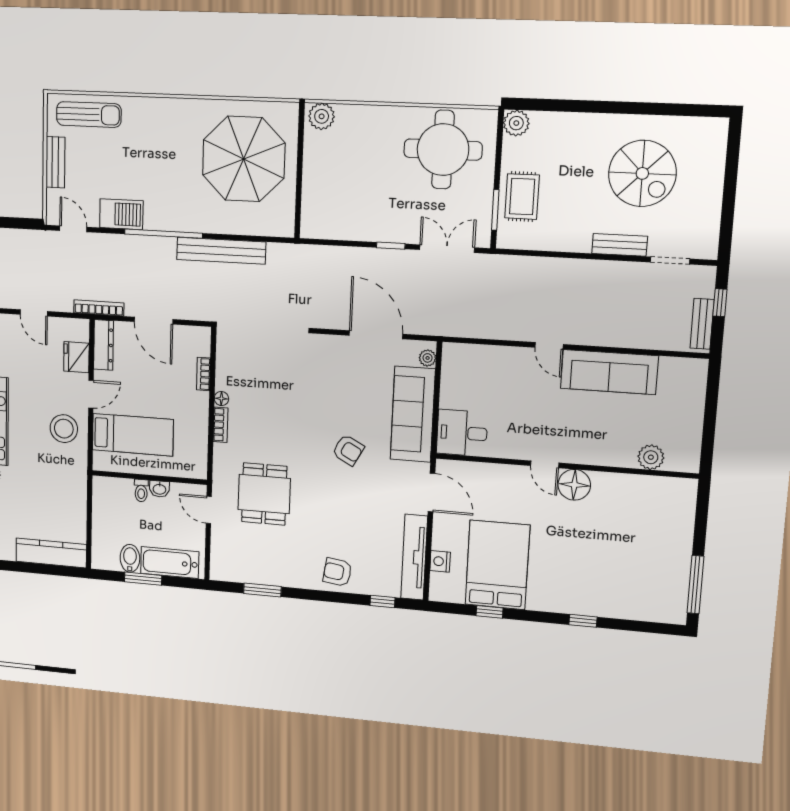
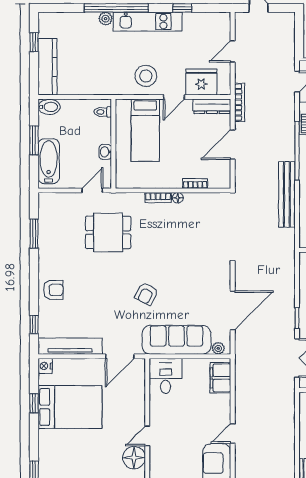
fridge: (76, 357) -> (201, 82), width x1.36, depth x1.34
filing cabinet: (469, 358) -> (220, 378), added
door: (91, 394) -> (174, 97), hinge flipped
toilet: (141, 491) -> (103, 112), moved
bidet: (130, 558) -> (49, 107), moved
nightstand: (440, 561) -> (45, 366), moved, turned -90
window: (21, 567) -> (34, 42), added
armchair: (337, 572) -> (53, 290), turned 82

